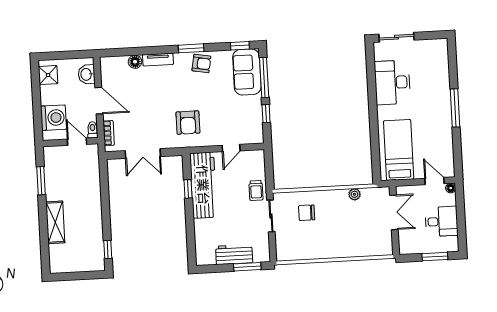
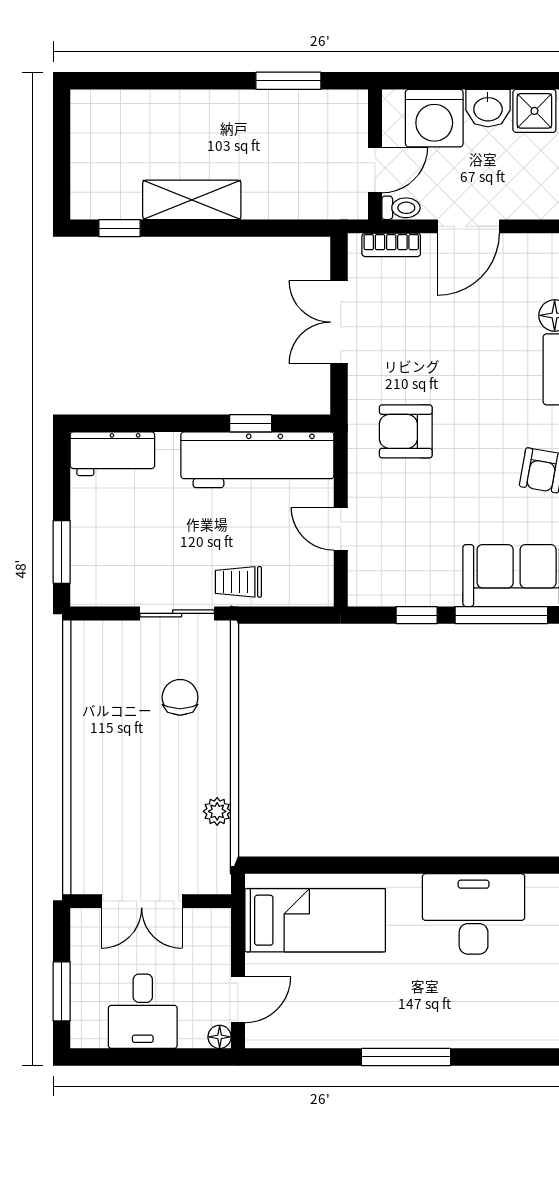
washbasin: (87, 74) -> (488, 108), moved, turned 180
double door: (394, 212) -> (142, 901), moved
shelving: (55, 222) -> (192, 200), moved
workbench: (234, 254) -> (112, 454), moved, turned 90

